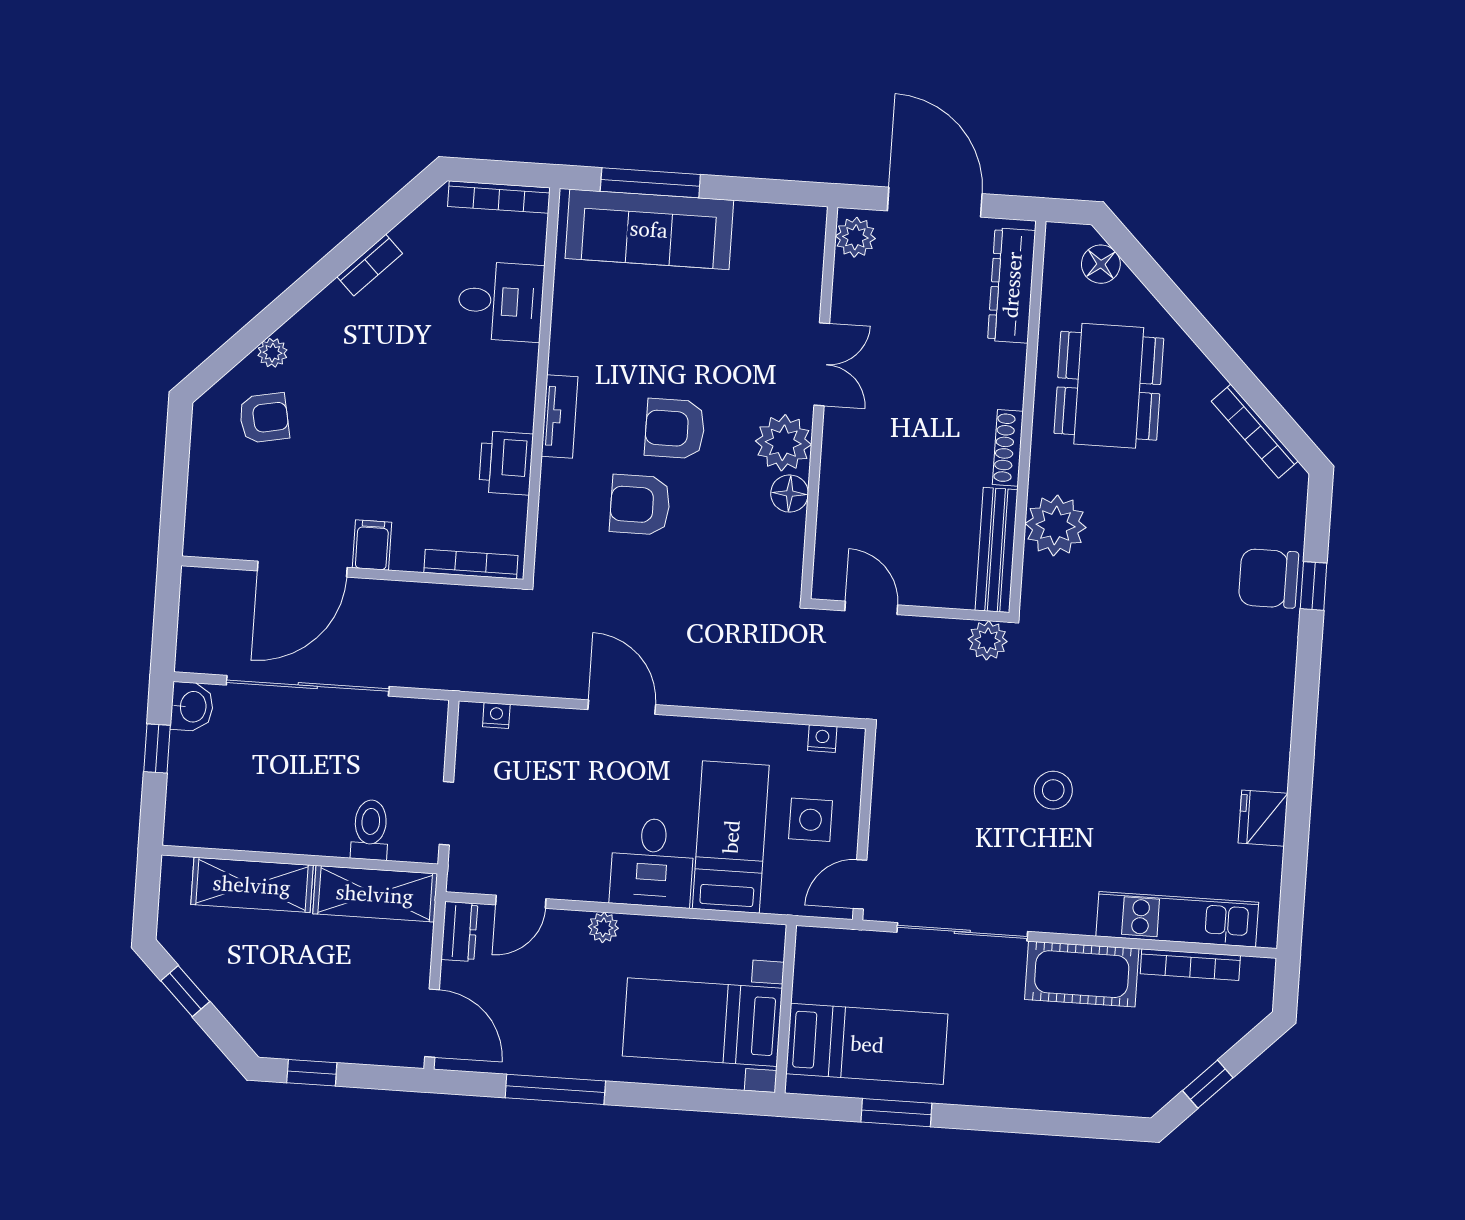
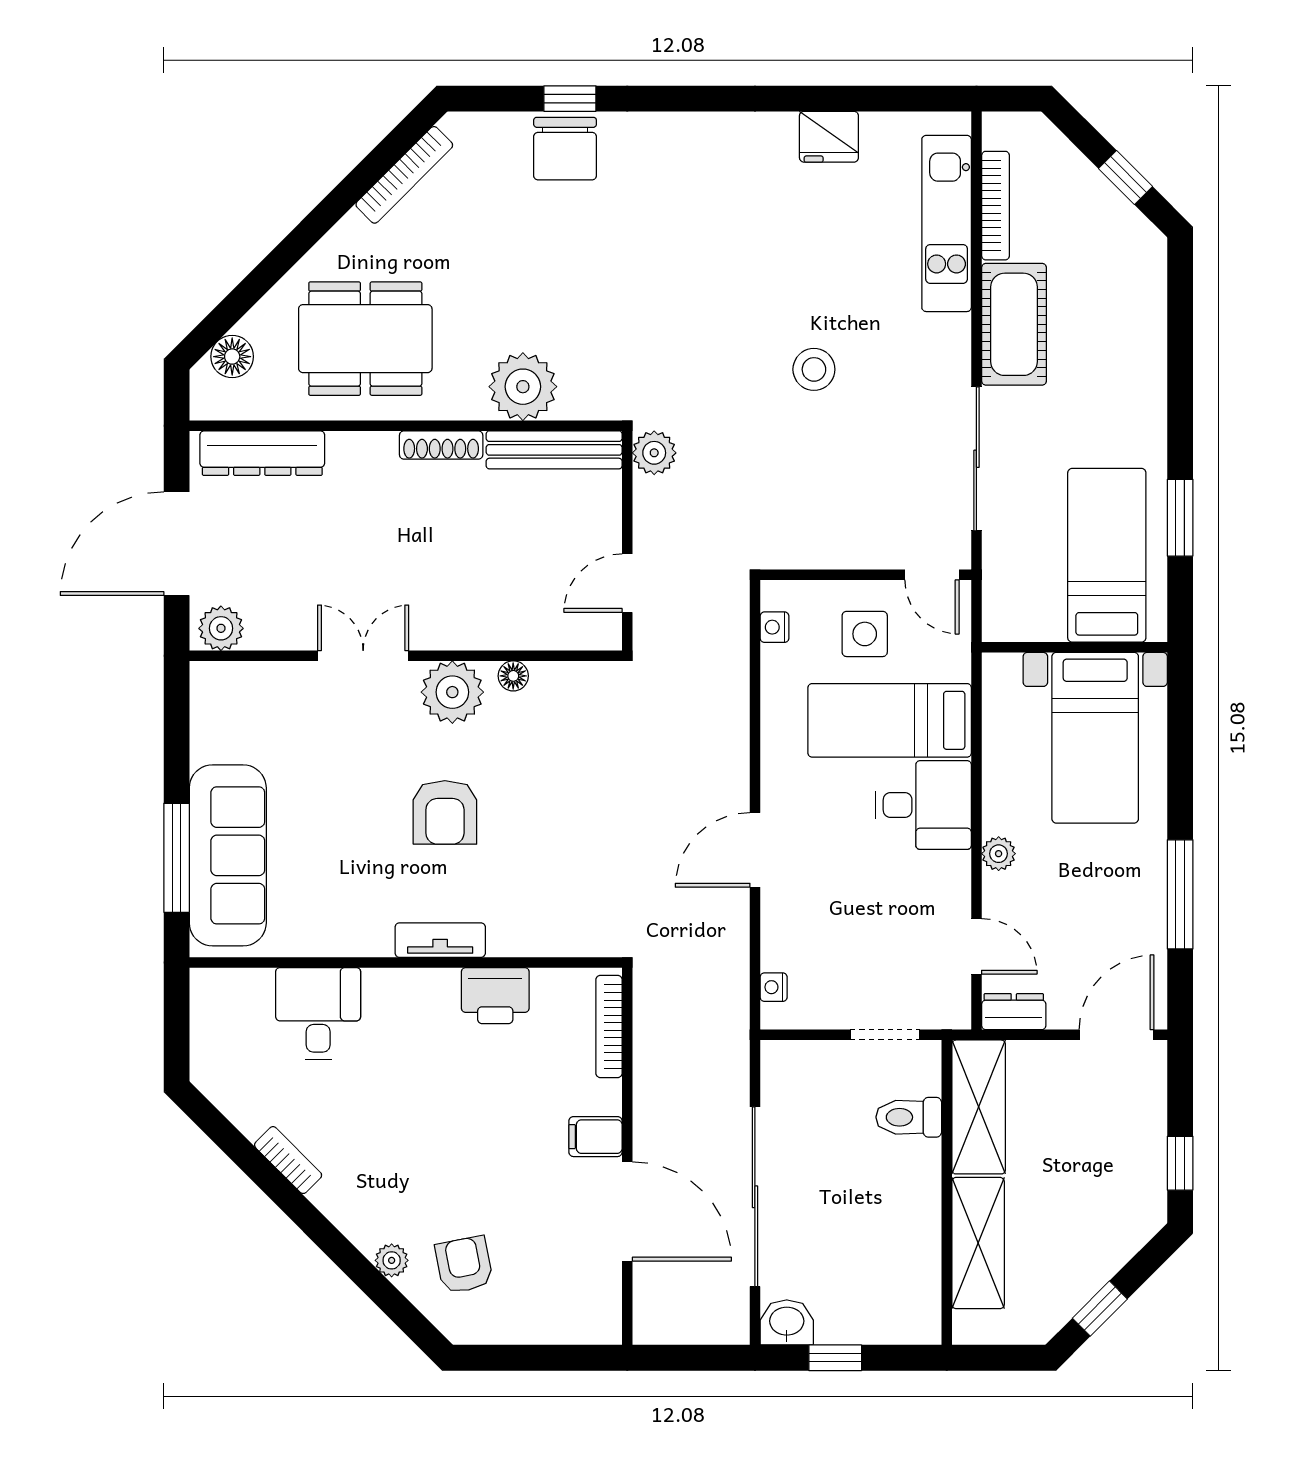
bookcase: (499, 197) -> (204, 1023), removed
floor lamp: (790, 494) -> (513, 676), width x0.73, depth x0.73
armchair: (640, 505) -> (531, 845), removed

